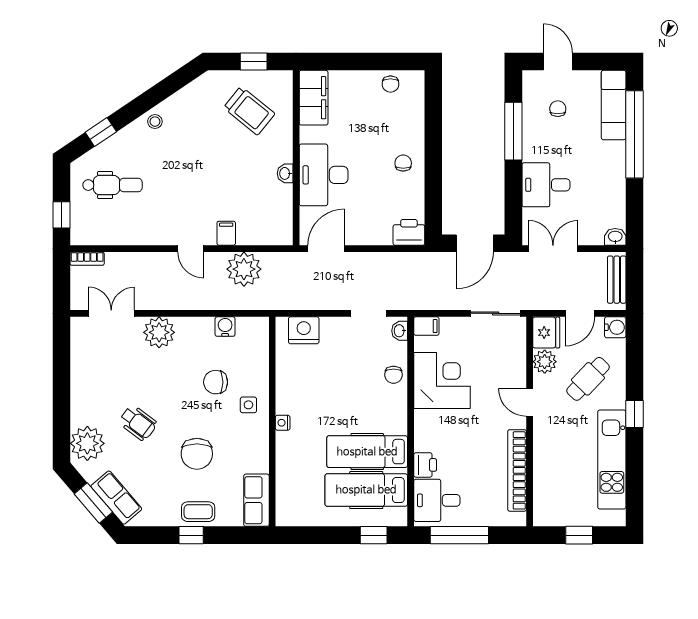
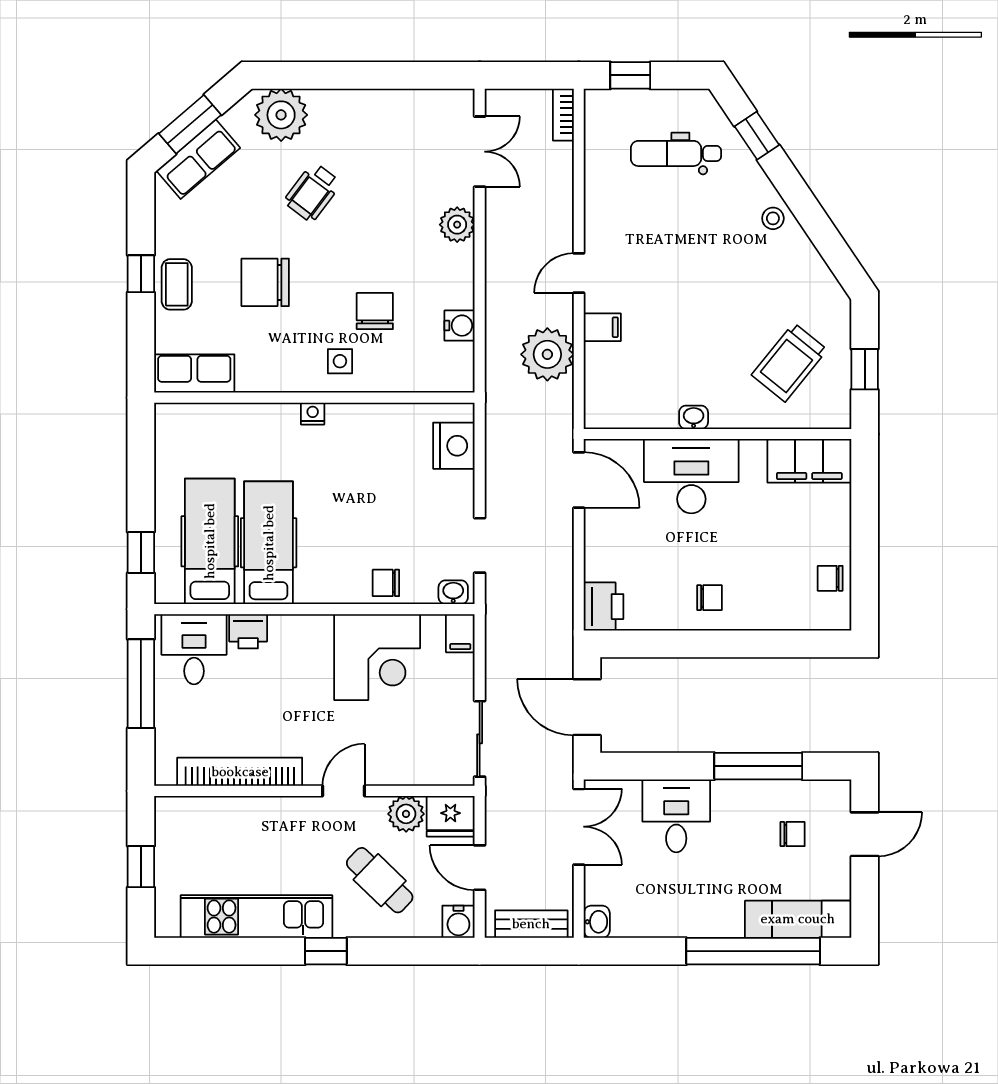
dental chair: (112, 185) -> (676, 153), turned 90
plant: (159, 332) -> (457, 225), width x0.73, depth x0.73

